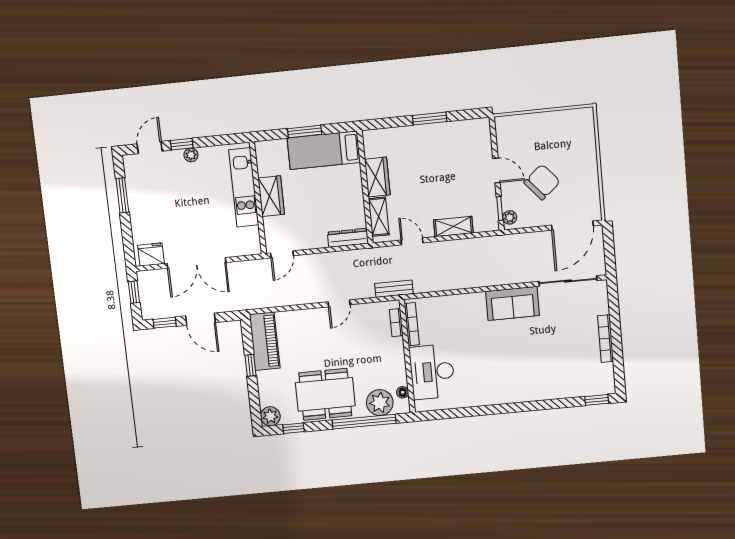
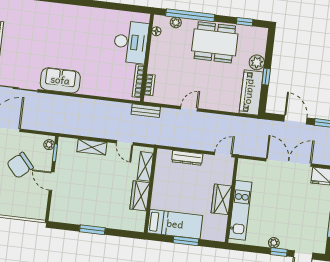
dresser: (348, 238) -> (187, 158), moved
plant: (380, 403) -> (176, 22), width x0.53, depth x0.53
plant: (270, 416) -> (257, 62), moved

